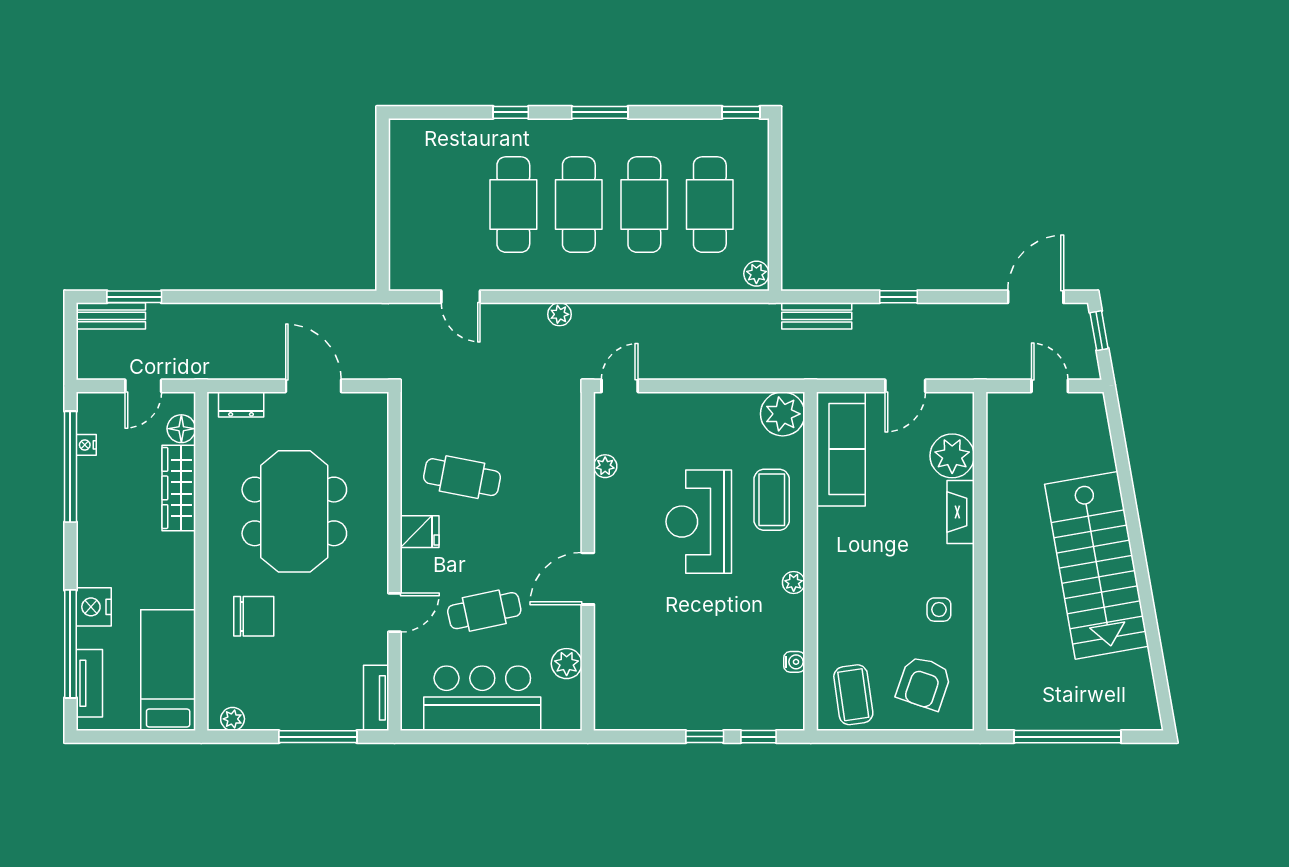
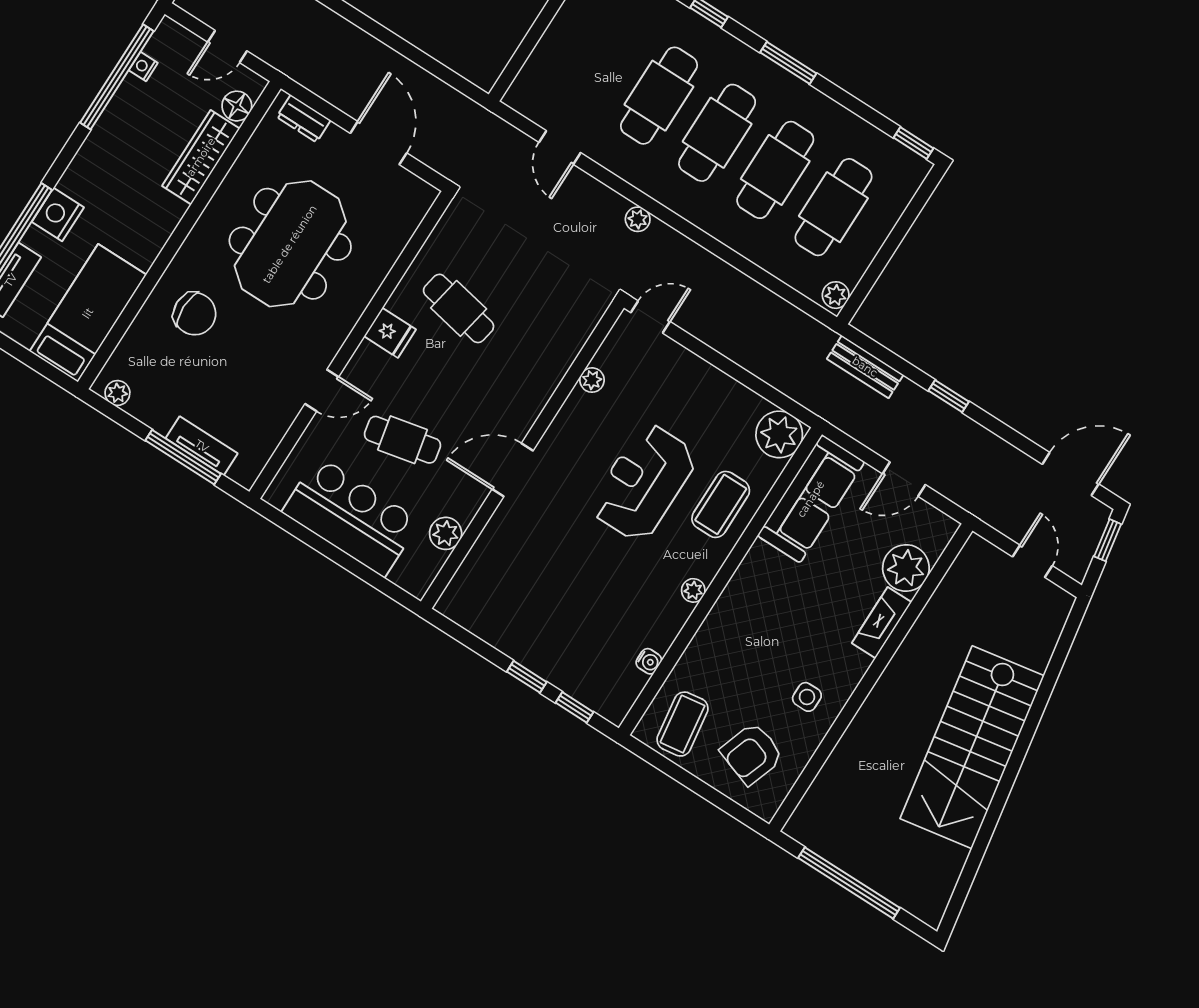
tv unit: (376, 698) -> (202, 446), moved, turned 90

